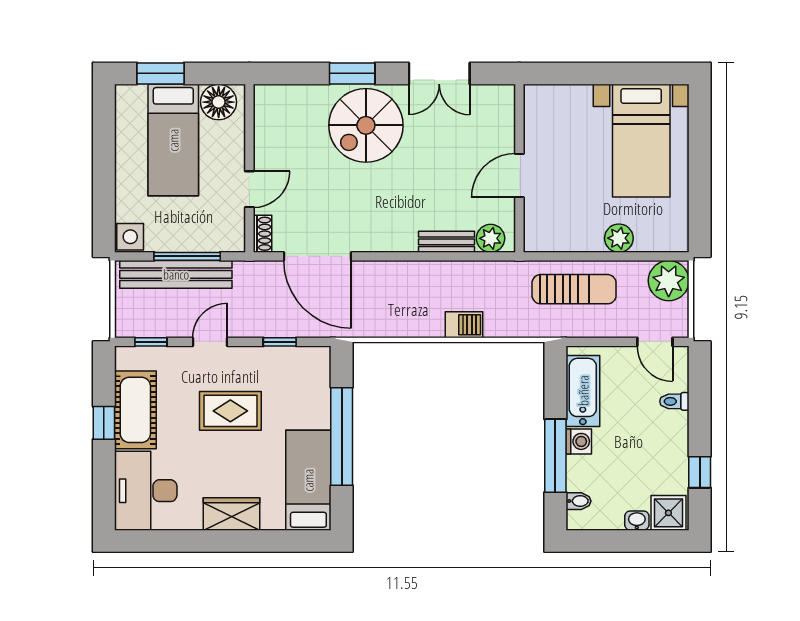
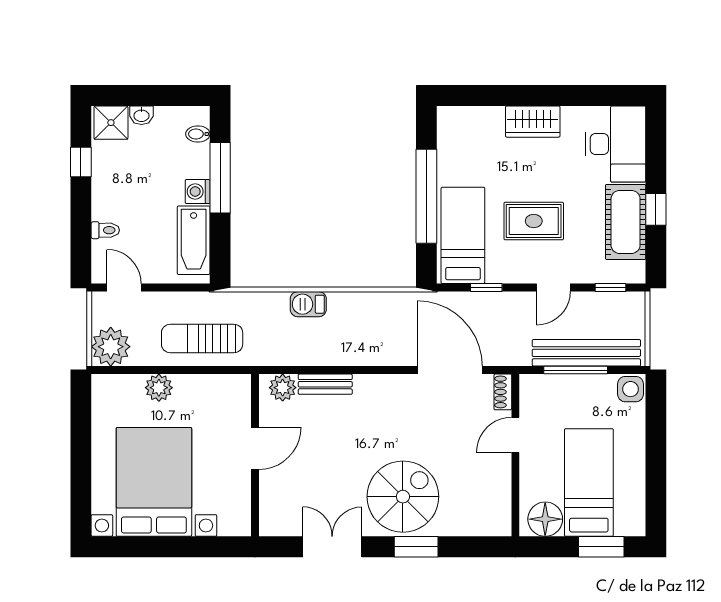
bed with nightstands: (641, 141) -> (154, 482), width x1.36
bed: (308, 480) -> (463, 235), moved, turned 180

